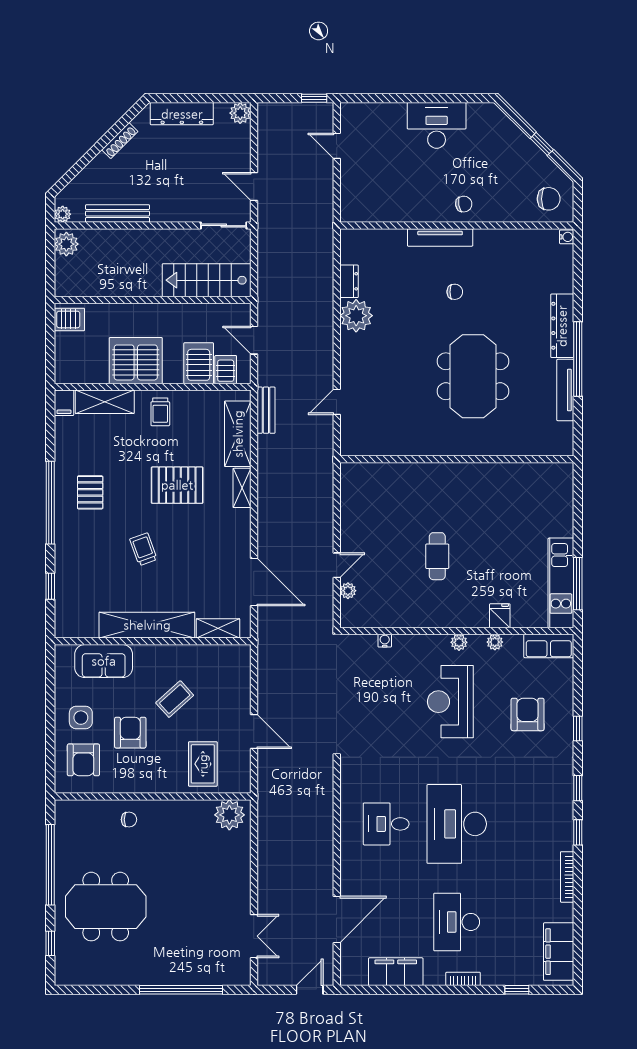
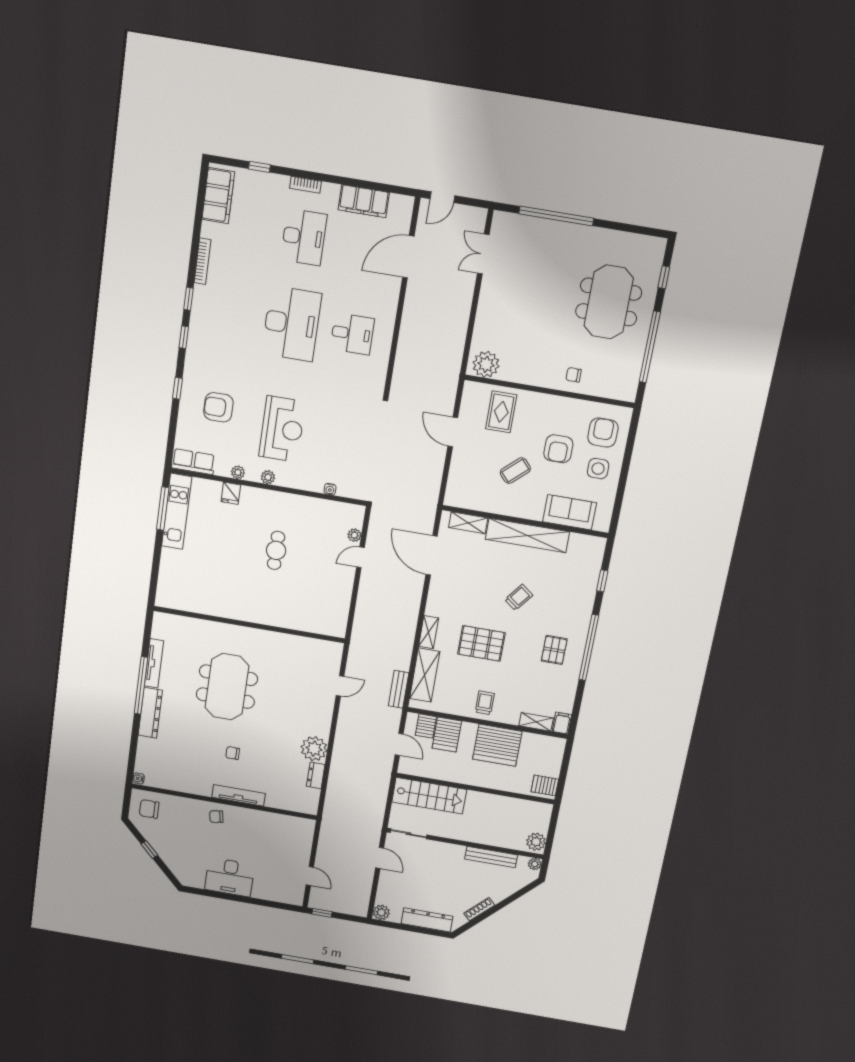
shelving: (105, 402) -> (536, 722), width x0.67, depth x0.75
trolley: (143, 549) -> (519, 597), turned -122
armchair: (528, 714) -> (218, 407), turned 90
meeting table: (106, 907) -> (609, 302), turned 90

